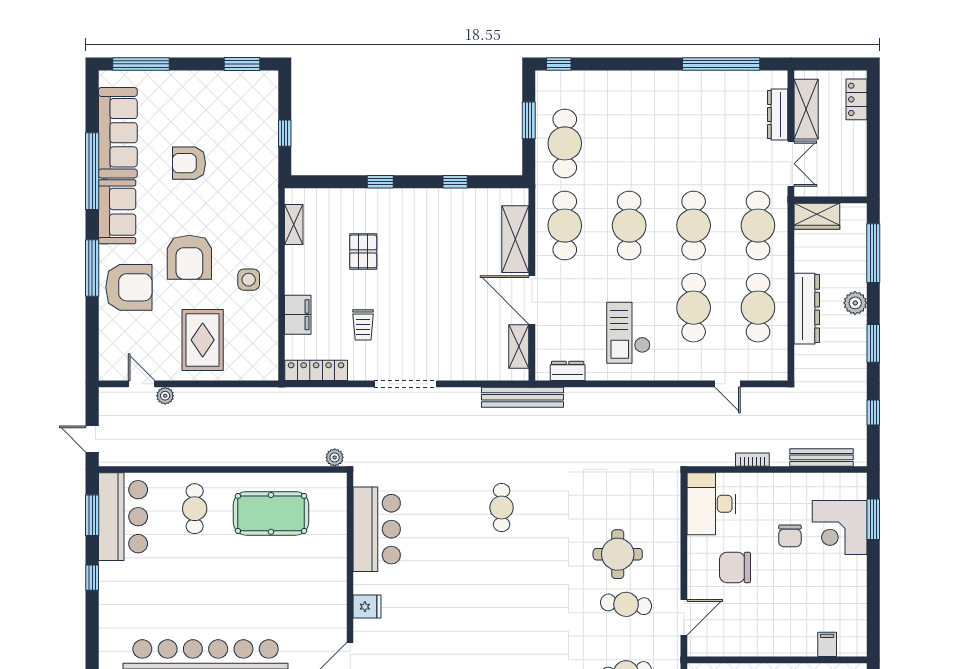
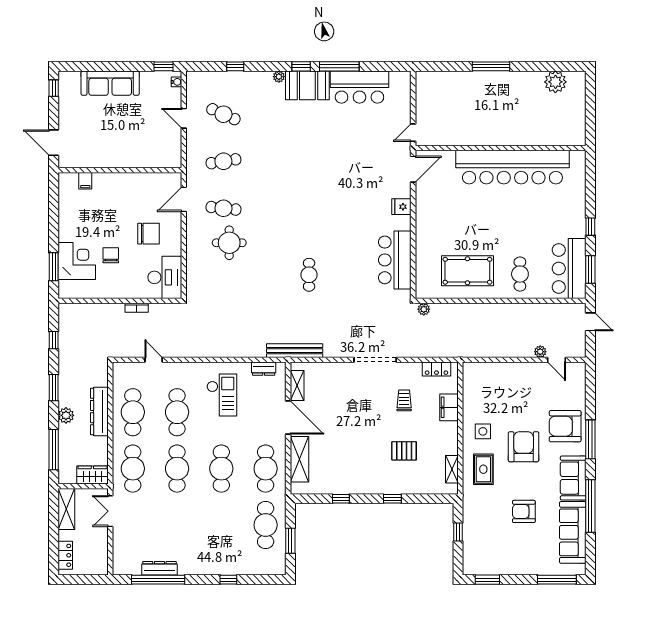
window: (559, 64) -> (228, 580), moved
shelving: (806, 109) -> (66, 509), moved
dresser: (778, 115) -> (159, 568), moved, turned -90
armchair: (189, 163) -> (524, 511), turned 180
pallet: (363, 251) -> (404, 451), turned 90
rug: (203, 340) -> (483, 469), moved, width x0.73, depth x0.70
locker: (316, 370) -> (436, 369), width x0.66
bench: (821, 457) -> (89, 309), removed

